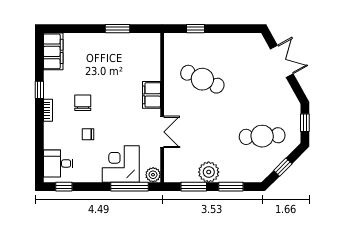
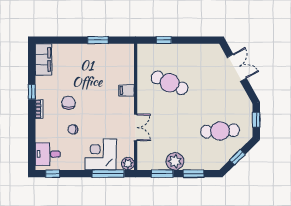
filing cabinet: (151, 95) -> (127, 90), width x0.50

